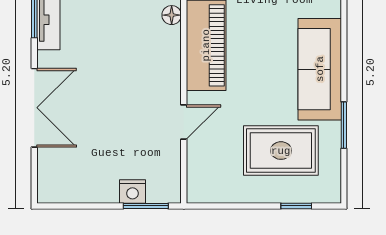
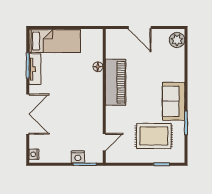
sofa: (320, 69) -> (174, 101), width x0.73
door: (184, 122) -> (104, 142), moved
nightstand: (46, 186) -> (34, 154), added

